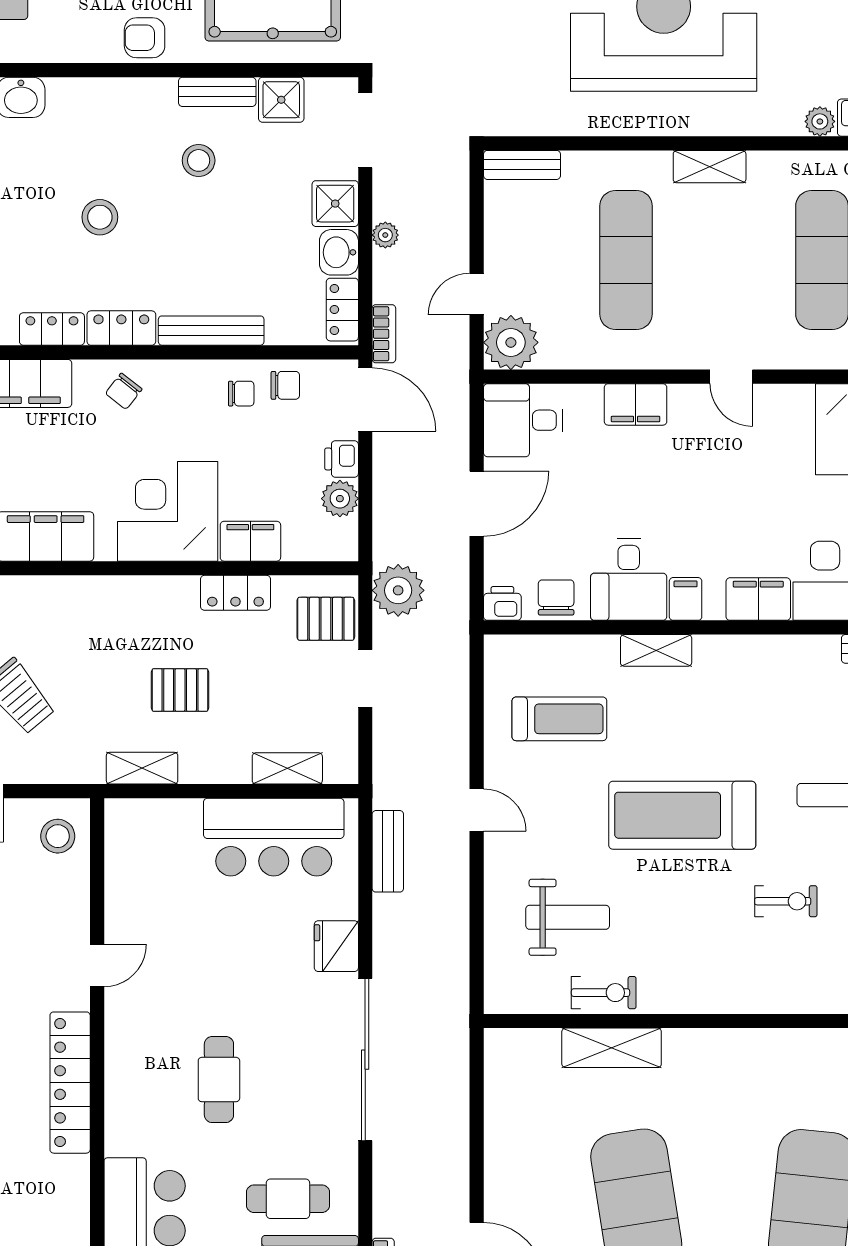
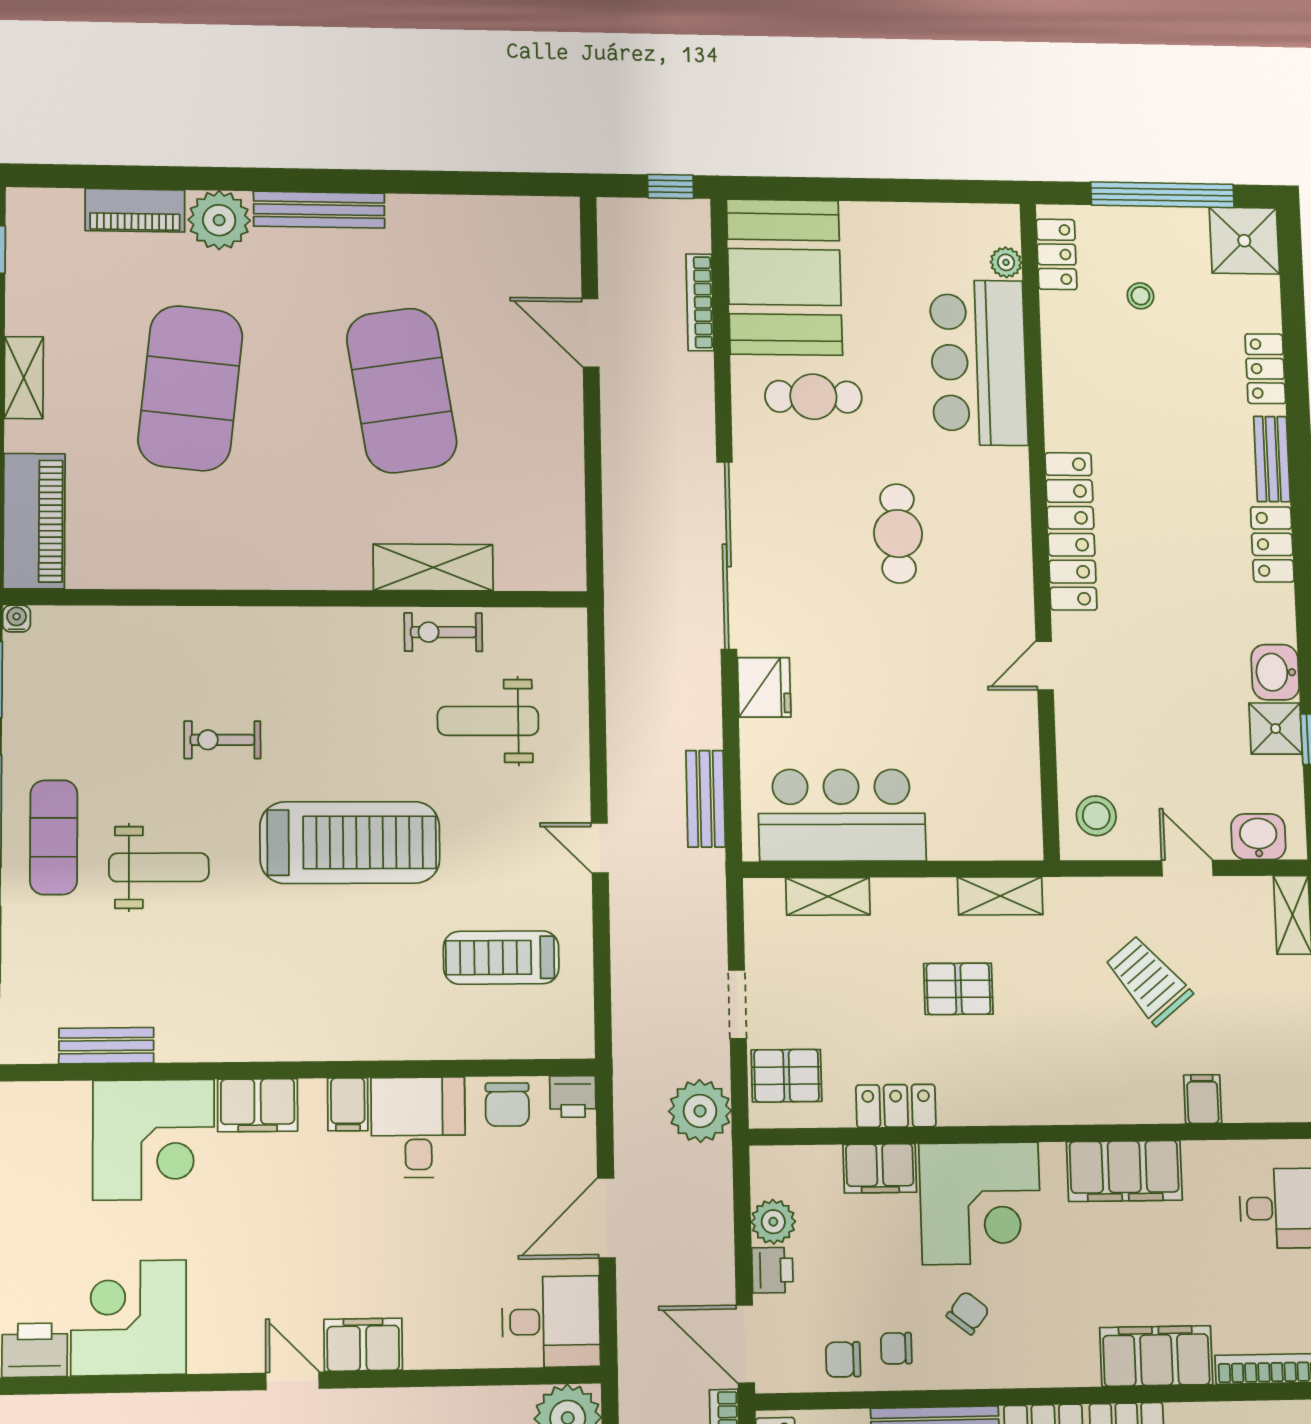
chair: (124, 391) -> (968, 1313), moved
filing cabinet: (636, 404) -> (363, 1345), moved
shelving: (656, 650) -> (384, 1041), removed

